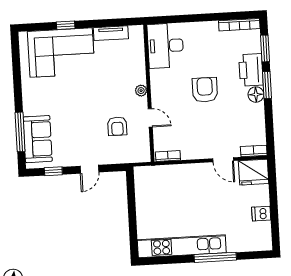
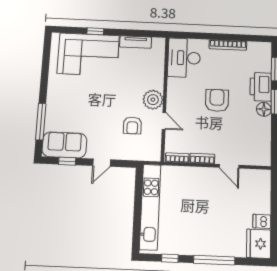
bookcase: (239, 25) -> (228, 45), moved
plant: (141, 91) -> (153, 100), width x1.88, depth x1.88
sofa: (38, 139) -> (64, 145), moved, turned -90
bookcase: (254, 151) -> (202, 158), moved
fridge: (254, 172) -> (259, 244), moved, turned 90
kitchen unit: (182, 246) -> (150, 207), moved, turned 90
window: (170, 260) -> (170, 258), added

